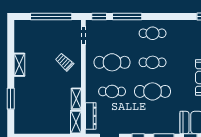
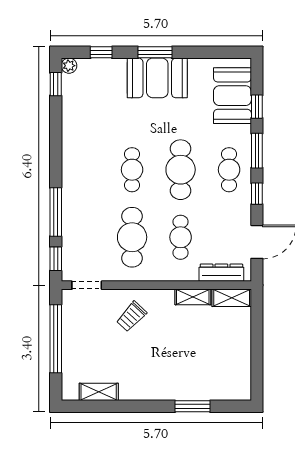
cafe table: (153, 33) -> (229, 170), moved
shelving: (19, 65) -> (99, 392), moved

